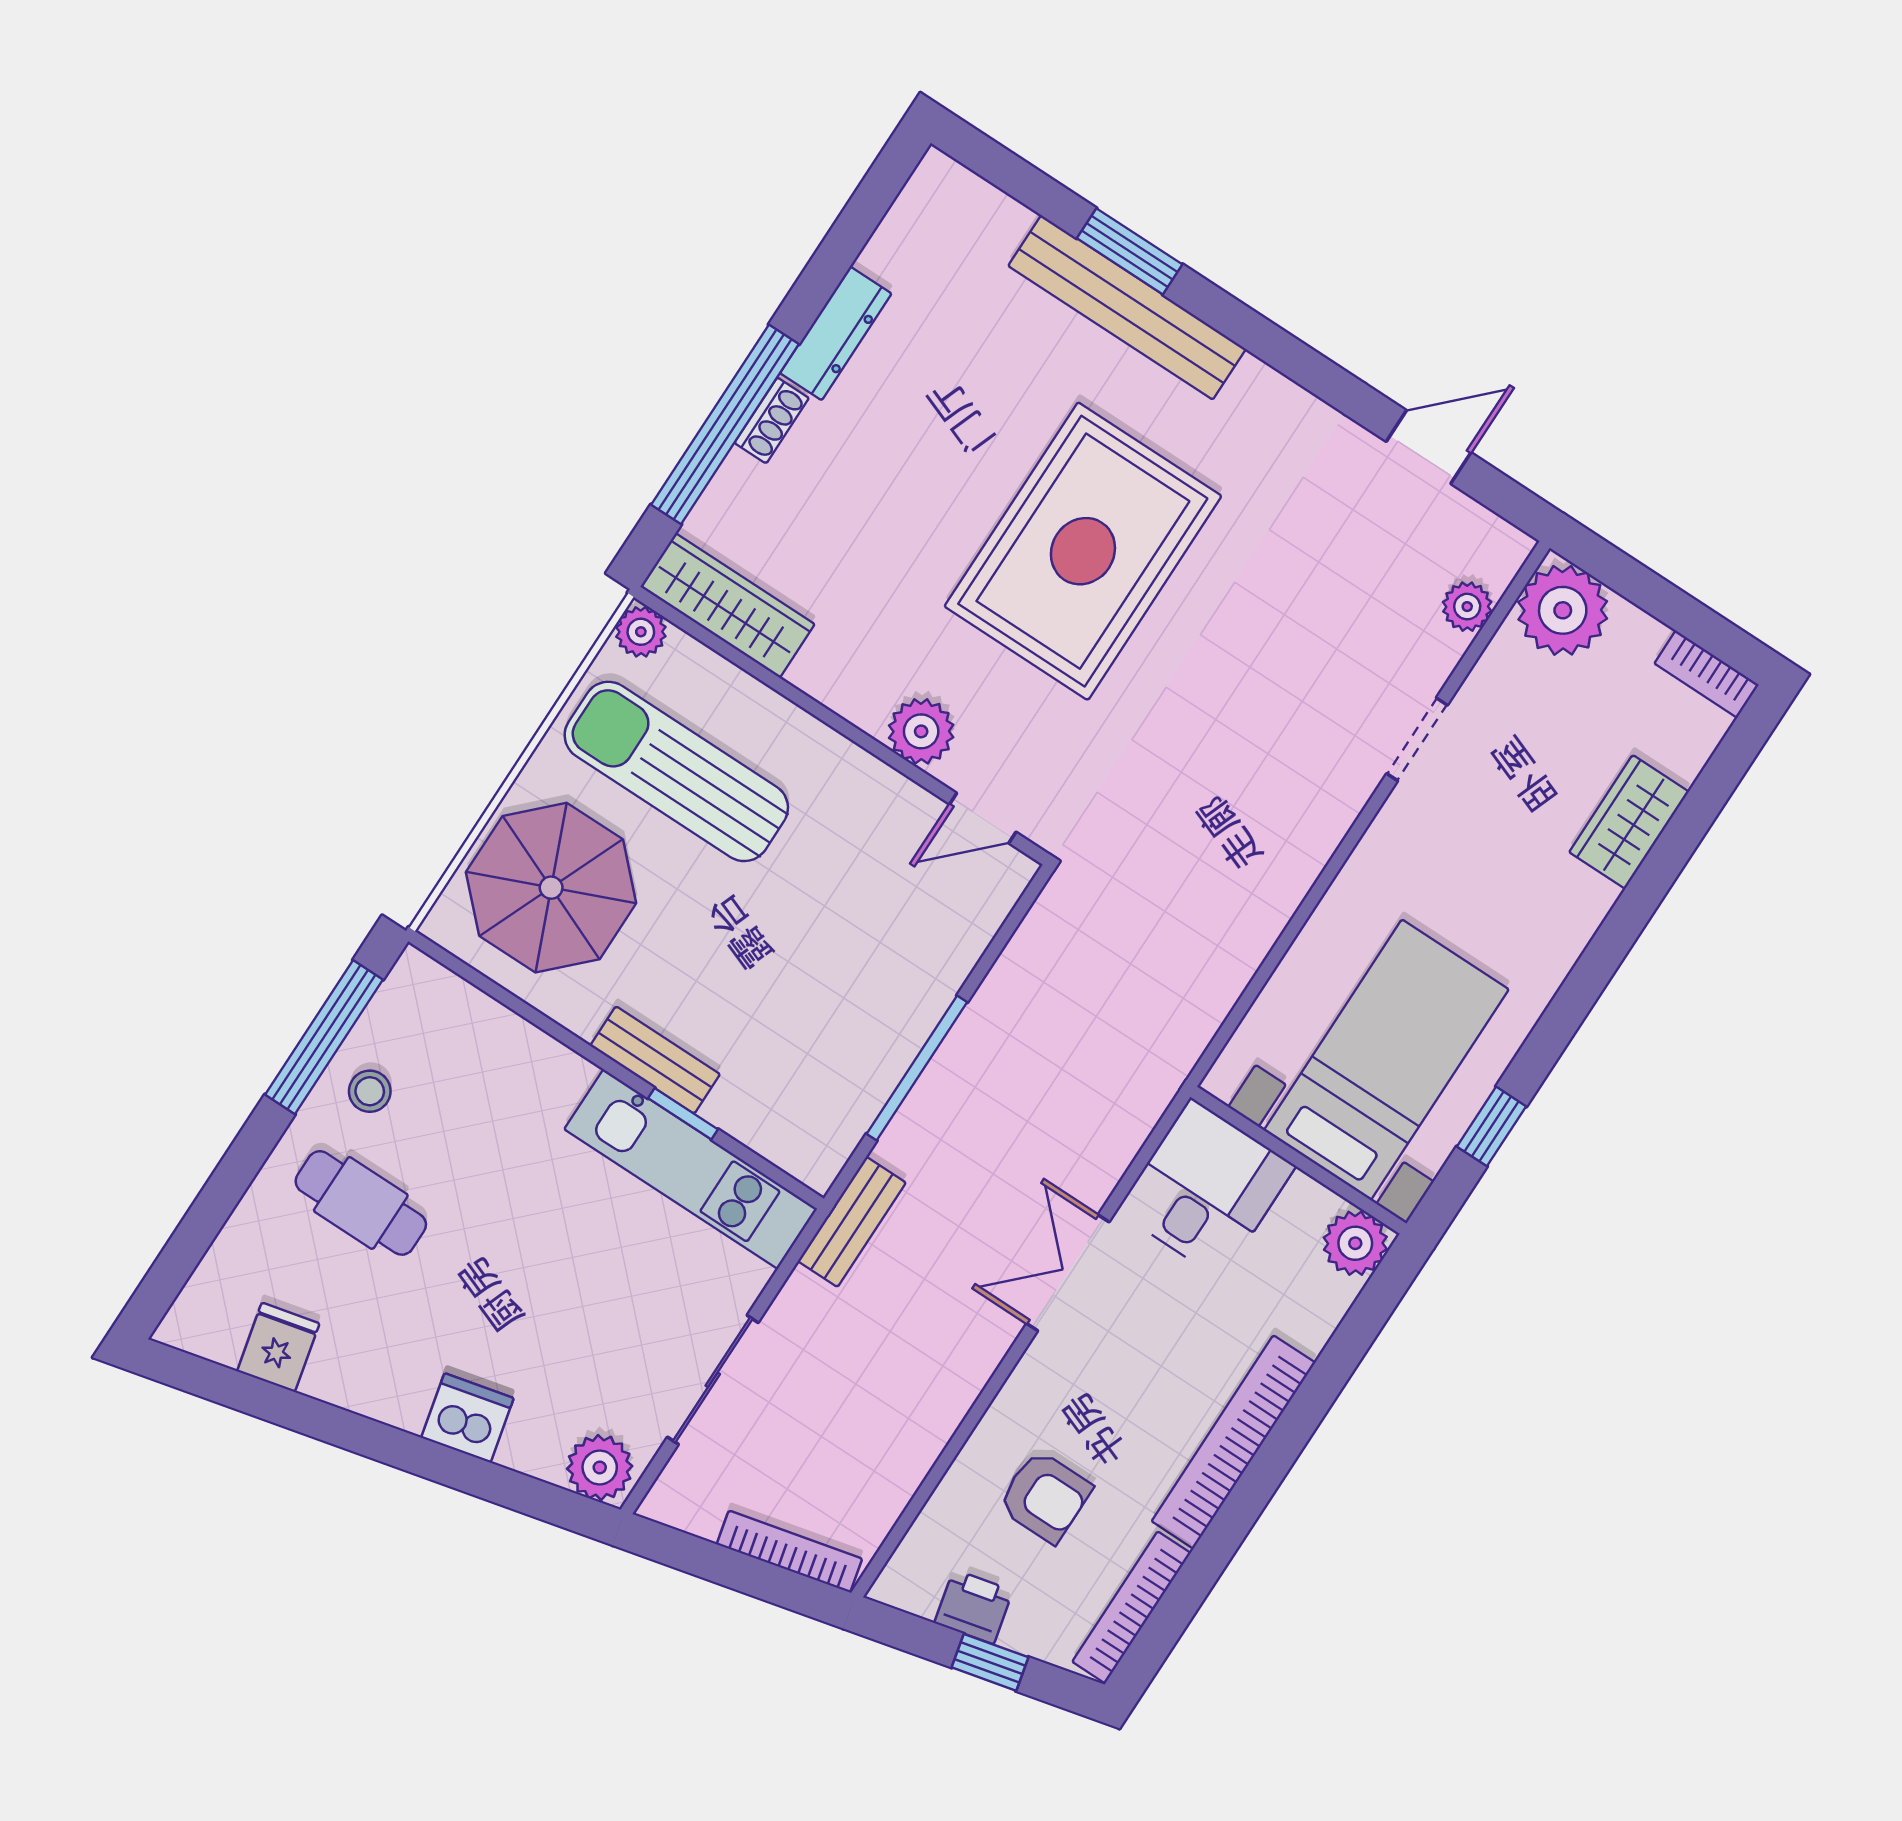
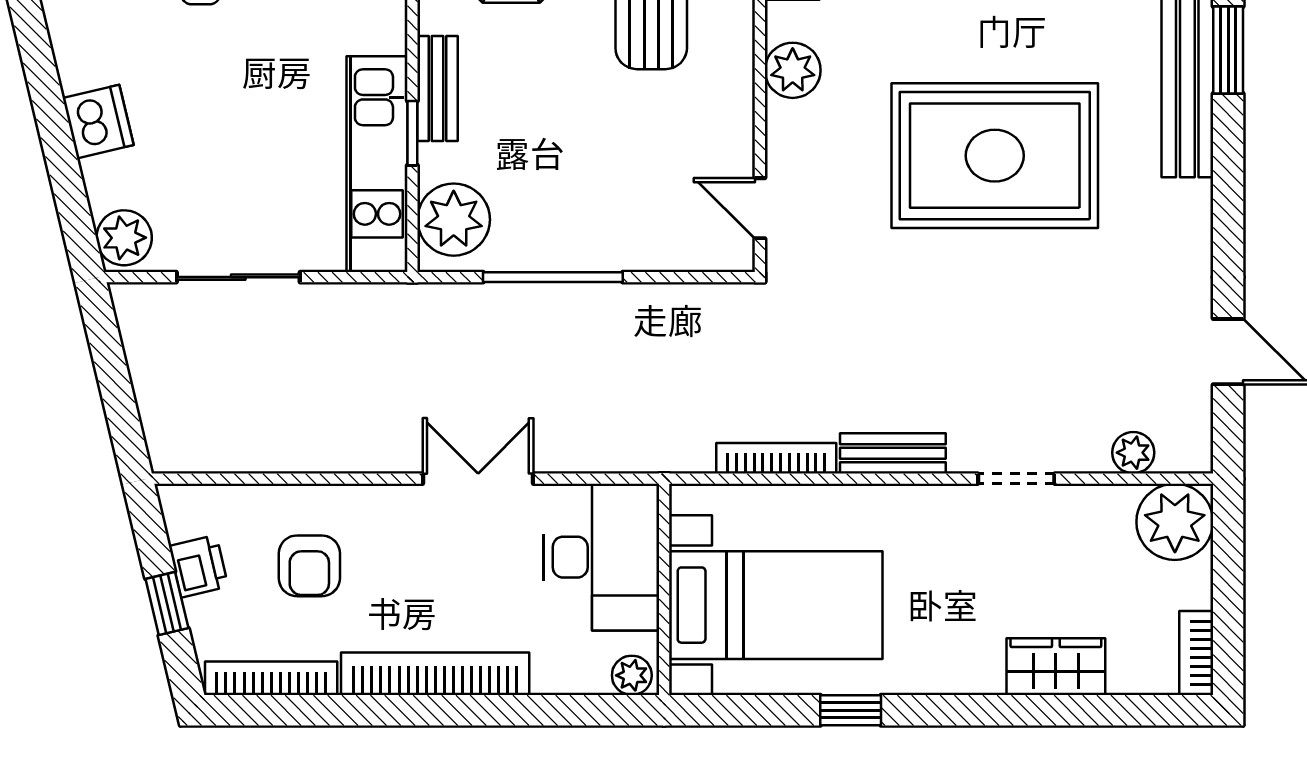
plant: (921, 731) -> (793, 70), moved
window: (1492, 1126) -> (851, 710), moved
plant: (795, 1129) -> (454, 220), added
desk: (1206, 1189) -> (601, 557), width x1.37
bench: (852, 1222) -> (893, 453), moved
plant: (1355, 1243) -> (632, 675), width x0.73, depth x0.73
bookcase: (789, 1552) -> (776, 458), moved, turned -77

